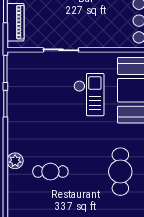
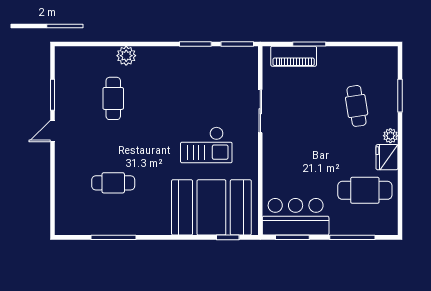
cafe table: (120, 172) -> (113, 183), width x0.73, depth x0.74

